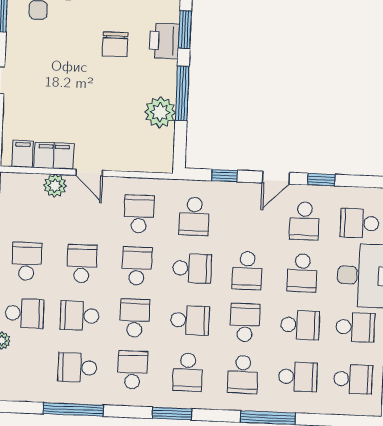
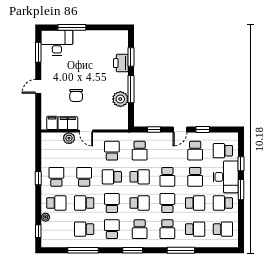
chair: (115, 44) -> (76, 95), moved
school desk: (137, 266) -> (112, 177), turned -90
school desk: (355, 327) -> (223, 203), turned 180

